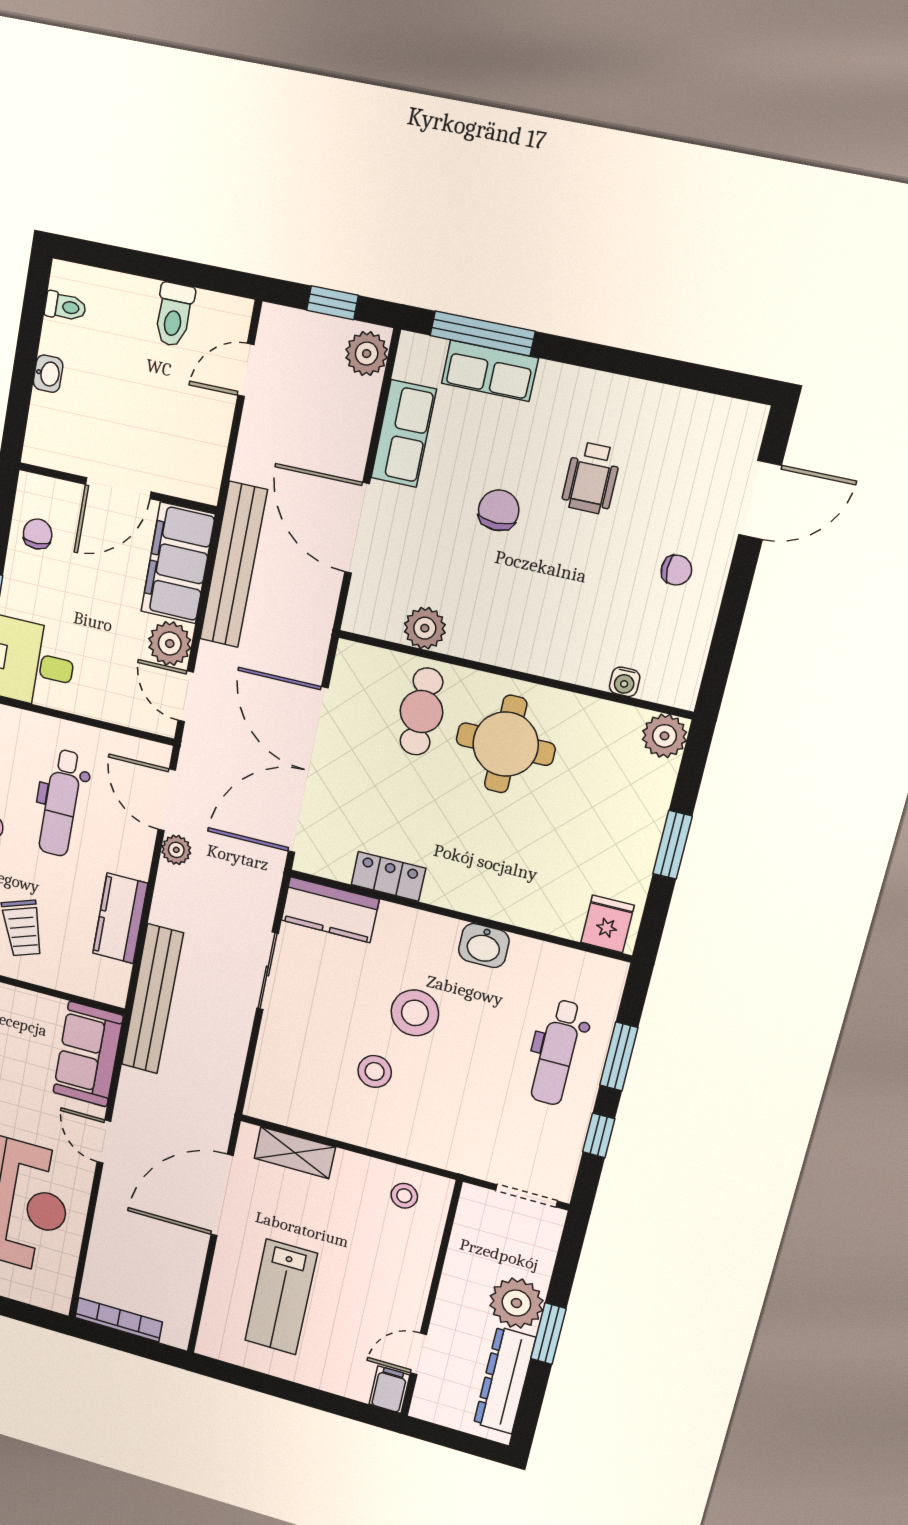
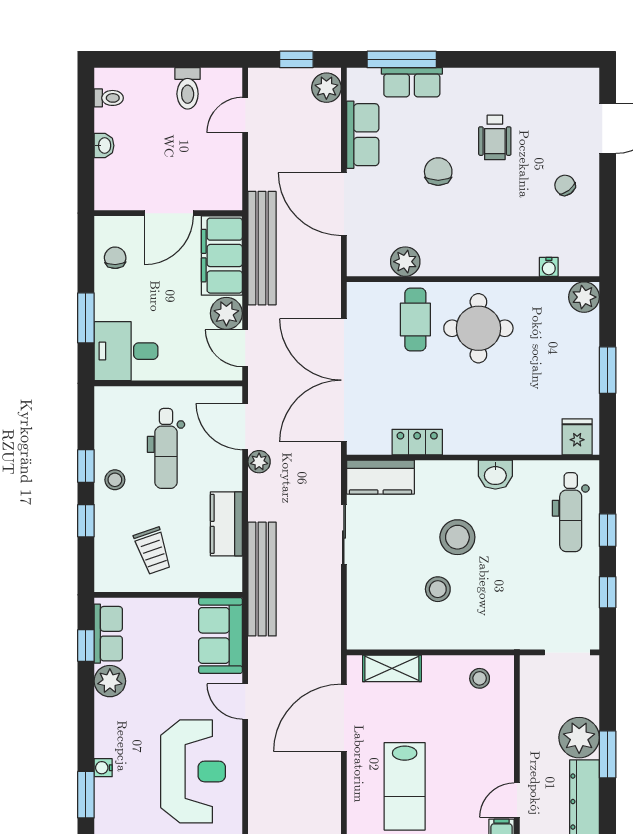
chair: (676, 570) -> (565, 185), turned -128
dental chair: (557, 1052) -> (571, 512), moved
window: (619, 1056) -> (608, 530), width x0.67

